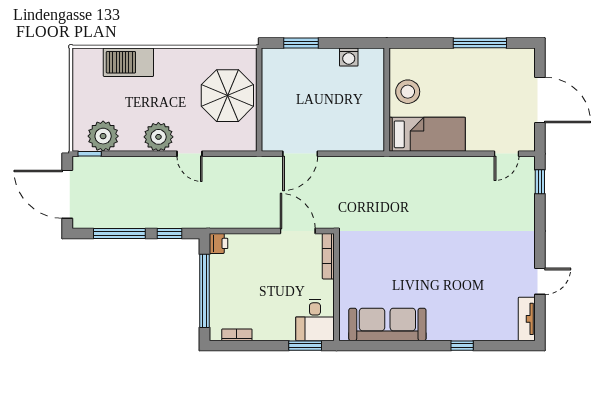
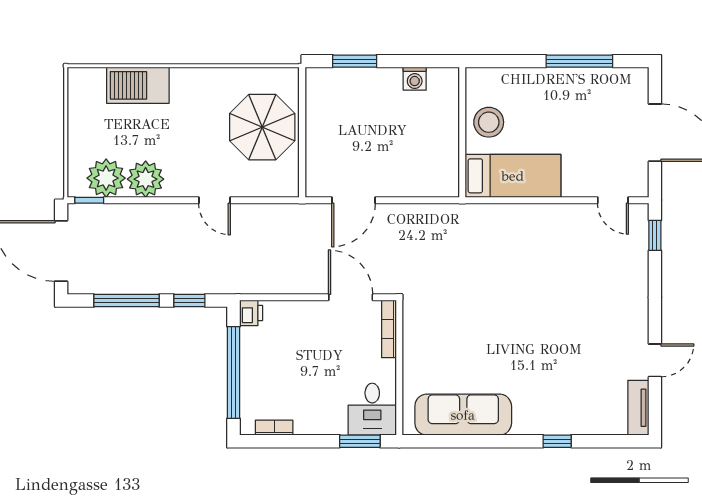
plant: (158, 137) -> (146, 179), moved
door: (507, 154) -> (613, 200), hinge flipped

